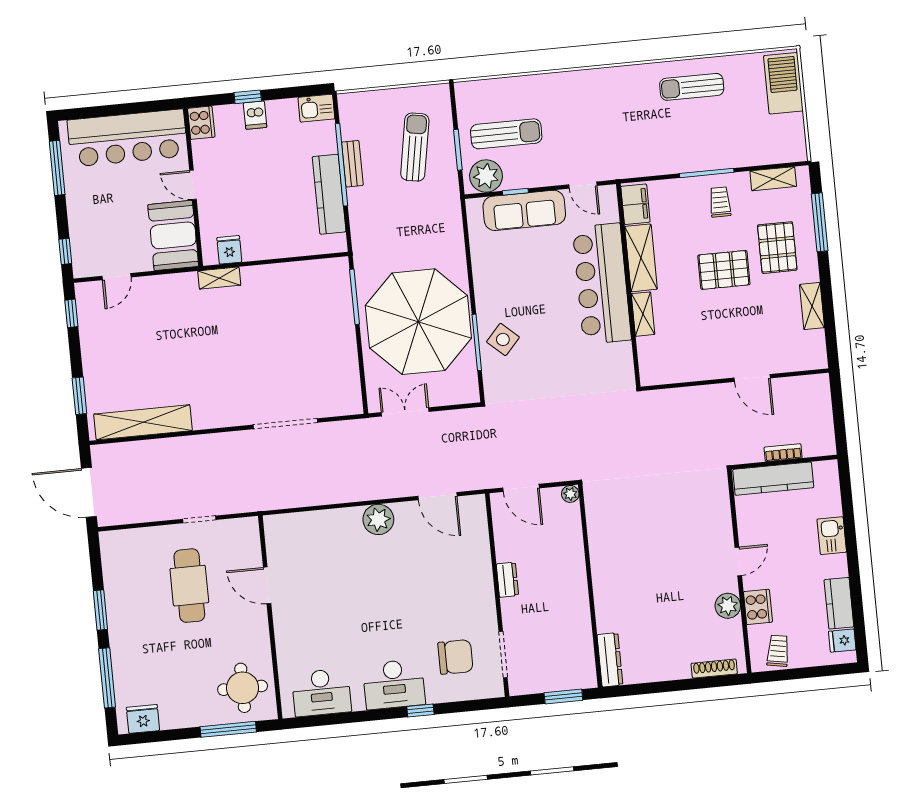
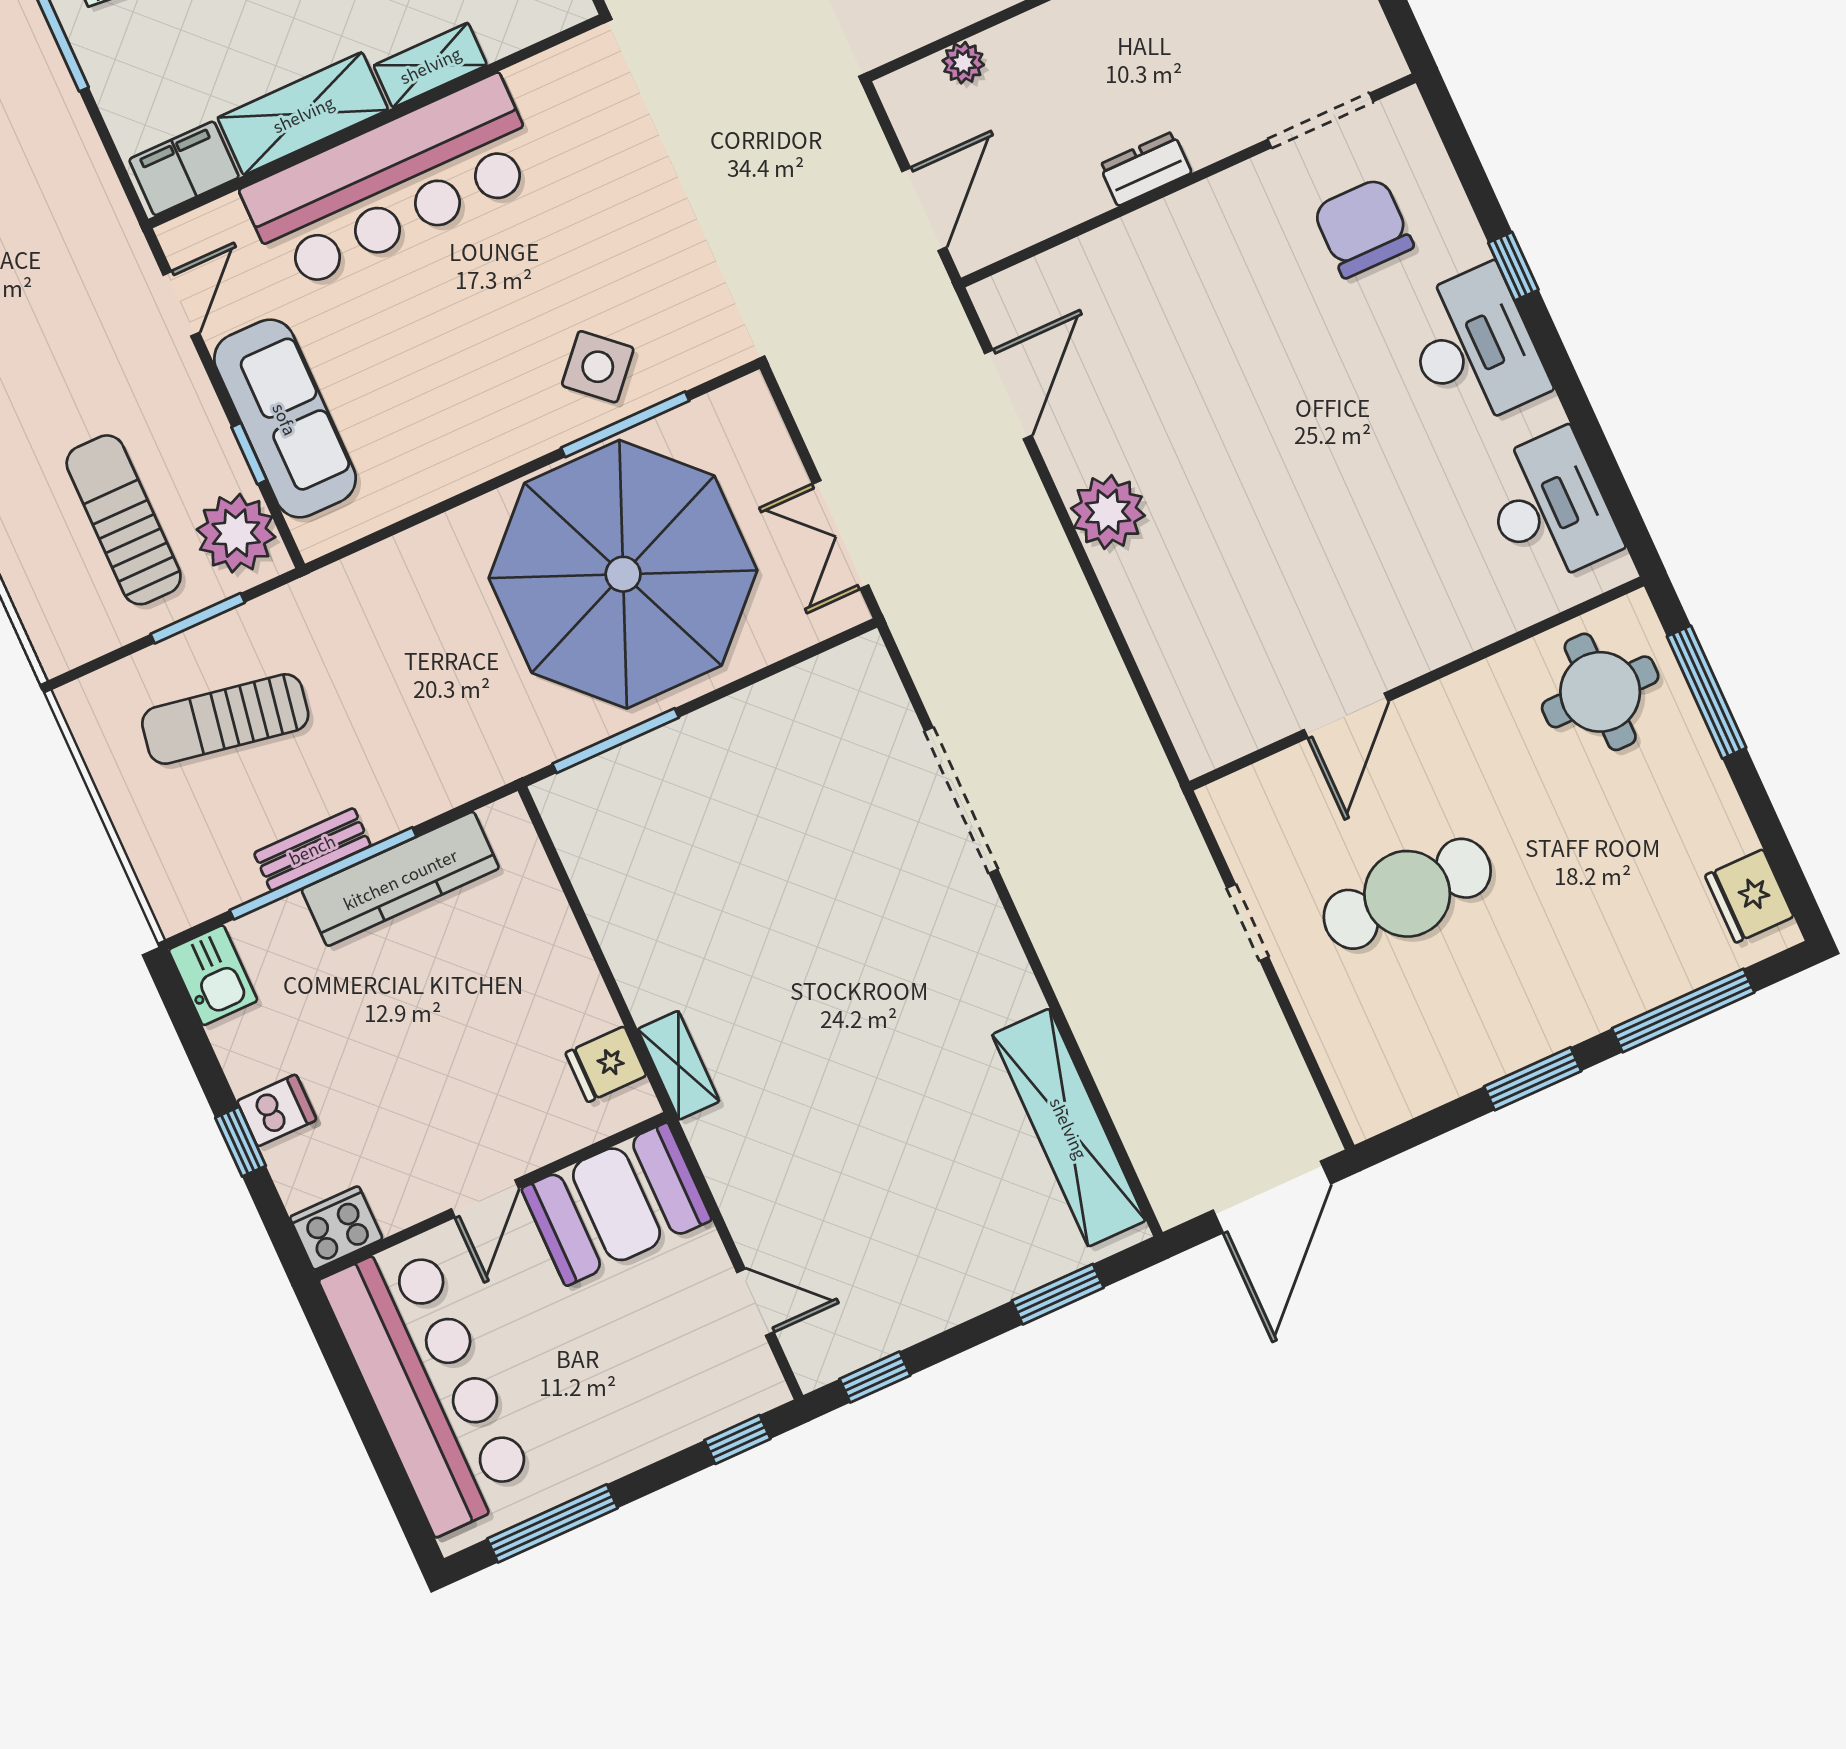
plant: (570, 494) -> (963, 63), moved

